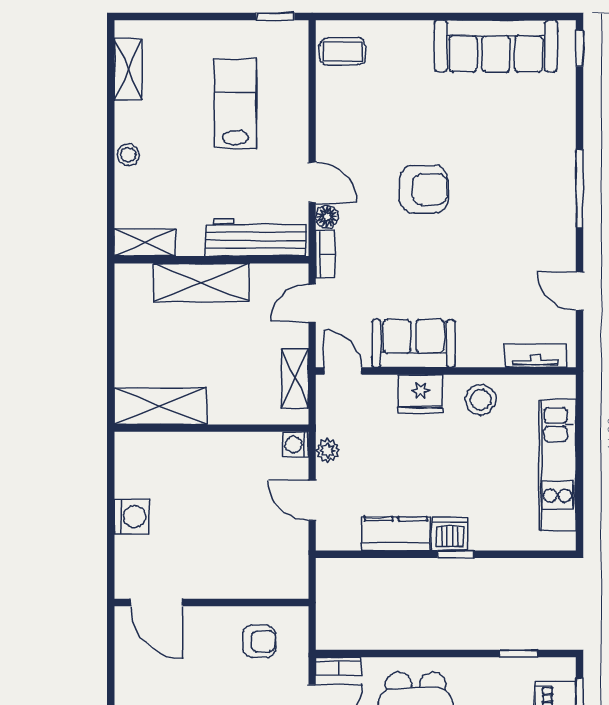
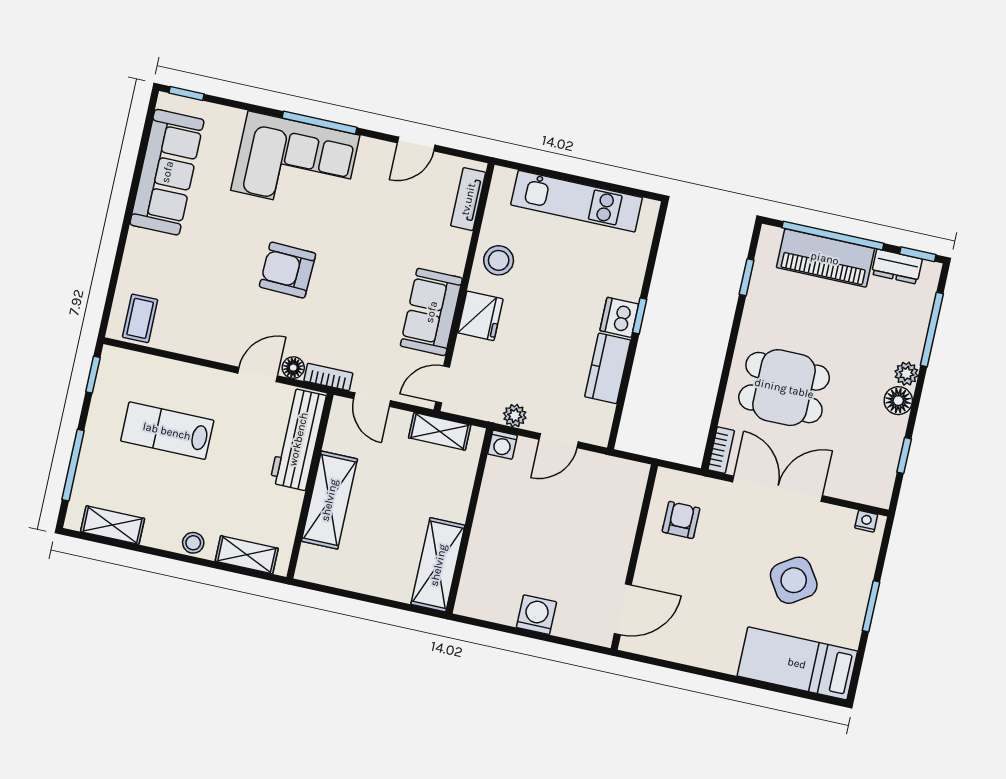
window: (180, 16) -> (73, 465), added
corner sofa: (534, 173) -> (295, 163), added
armchair: (424, 189) -> (287, 270), turned -88
shelving: (145, 243) -> (247, 555), moved, turned 90

